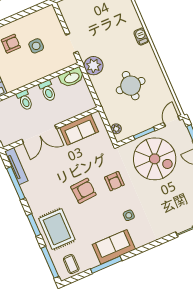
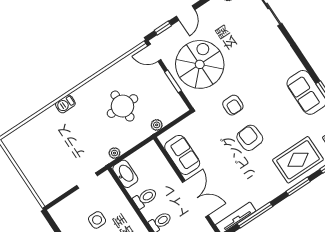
plant: (94, 66) -> (114, 153), width x0.53, depth x0.53
plant: (116, 129) -> (157, 125), moved
armchair: (114, 181) -> (233, 105), turned 90
side table: (129, 215) -> (268, 82), removed

